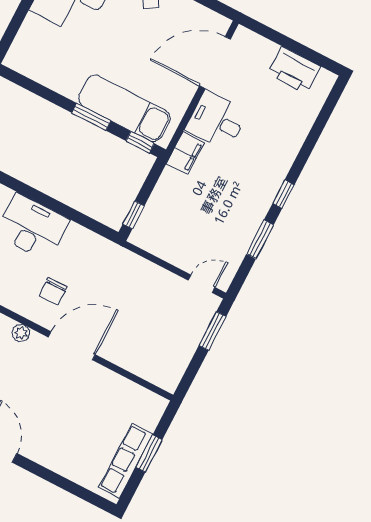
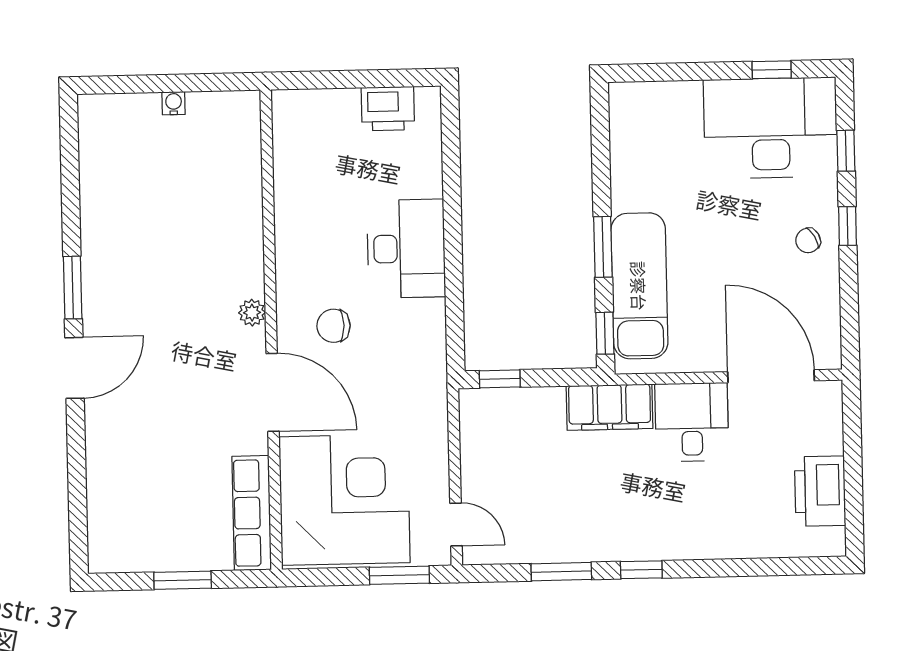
filing cabinet: (185, 153) -> (610, 407), width x1.50, depth x1.17
corner desk: (154, 338) -> (344, 500), added
row of seats: (126, 461) -> (252, 513), moved, turned -90

